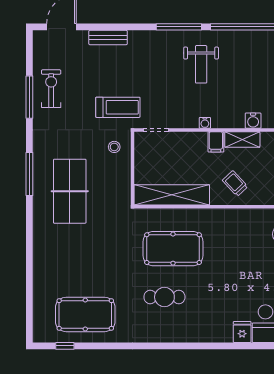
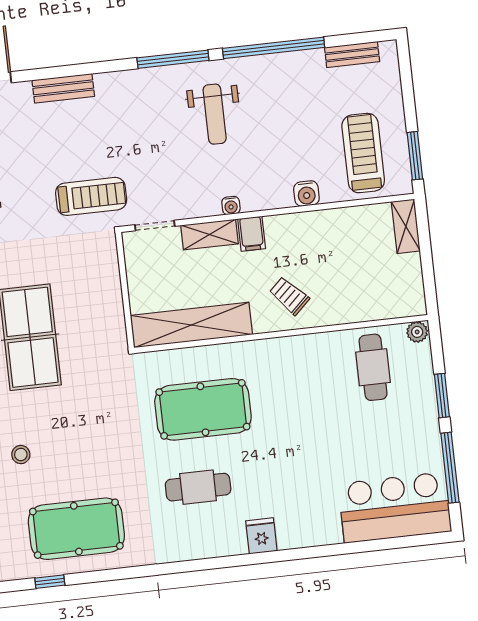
shelving: (242, 139) -> (209, 235), moved
stool: (114, 147) -> (21, 455), moved
fridge: (242, 332) -> (261, 536), moved

